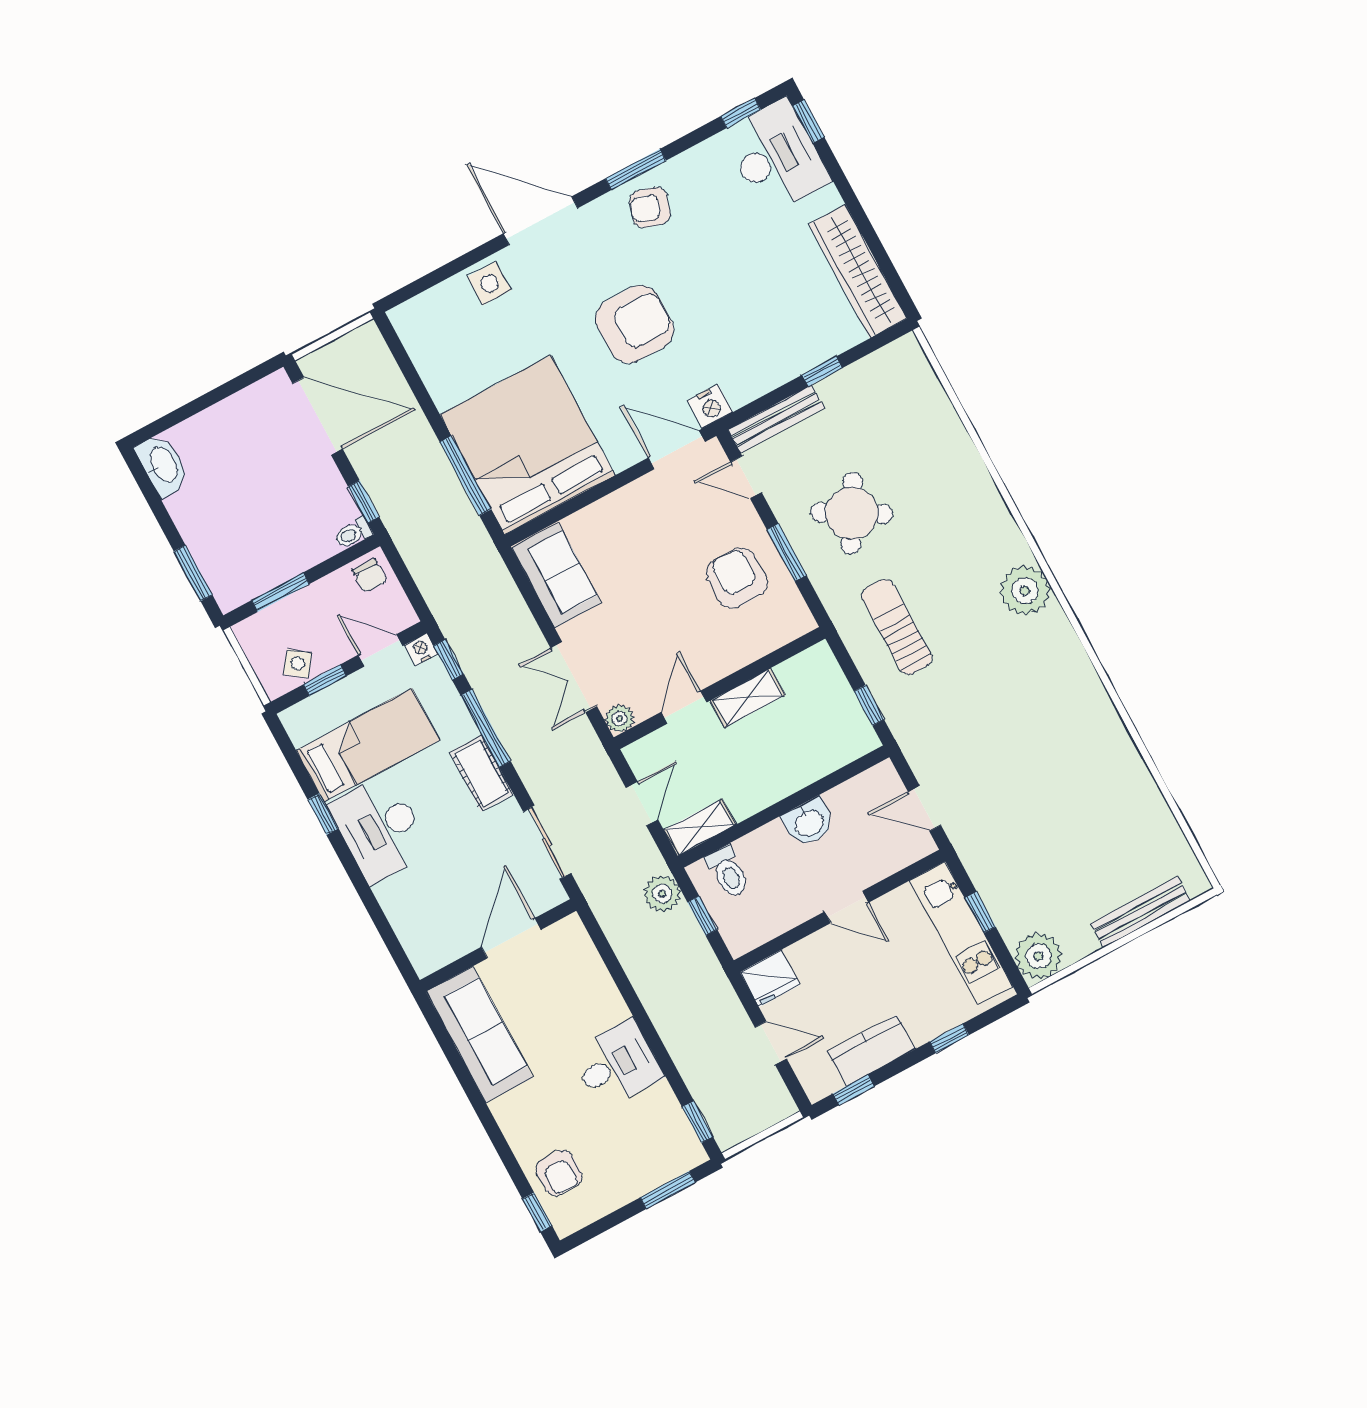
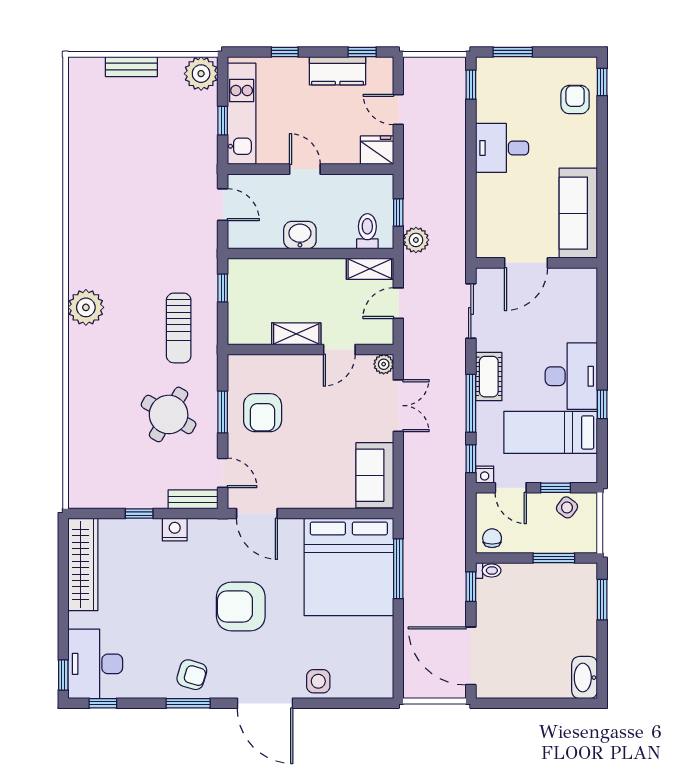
nightstand: (710, 406) -> (175, 530), moved
bench: (776, 419) -> (193, 499), width x0.73
bench: (1141, 912) -> (131, 67), width x0.73

